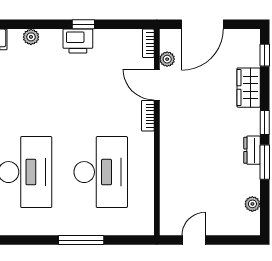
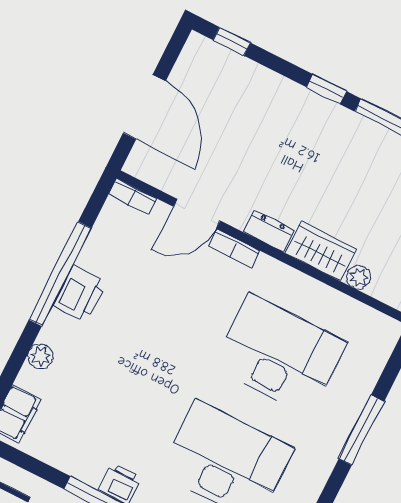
window: (83, 24) -> (60, 274), width x3.17
plant: (167, 59) -> (359, 277), moved
wardrobe: (249, 88) -> (321, 251), moved, turned 180
dresser: (252, 150) -> (269, 231), moved, turned 180

